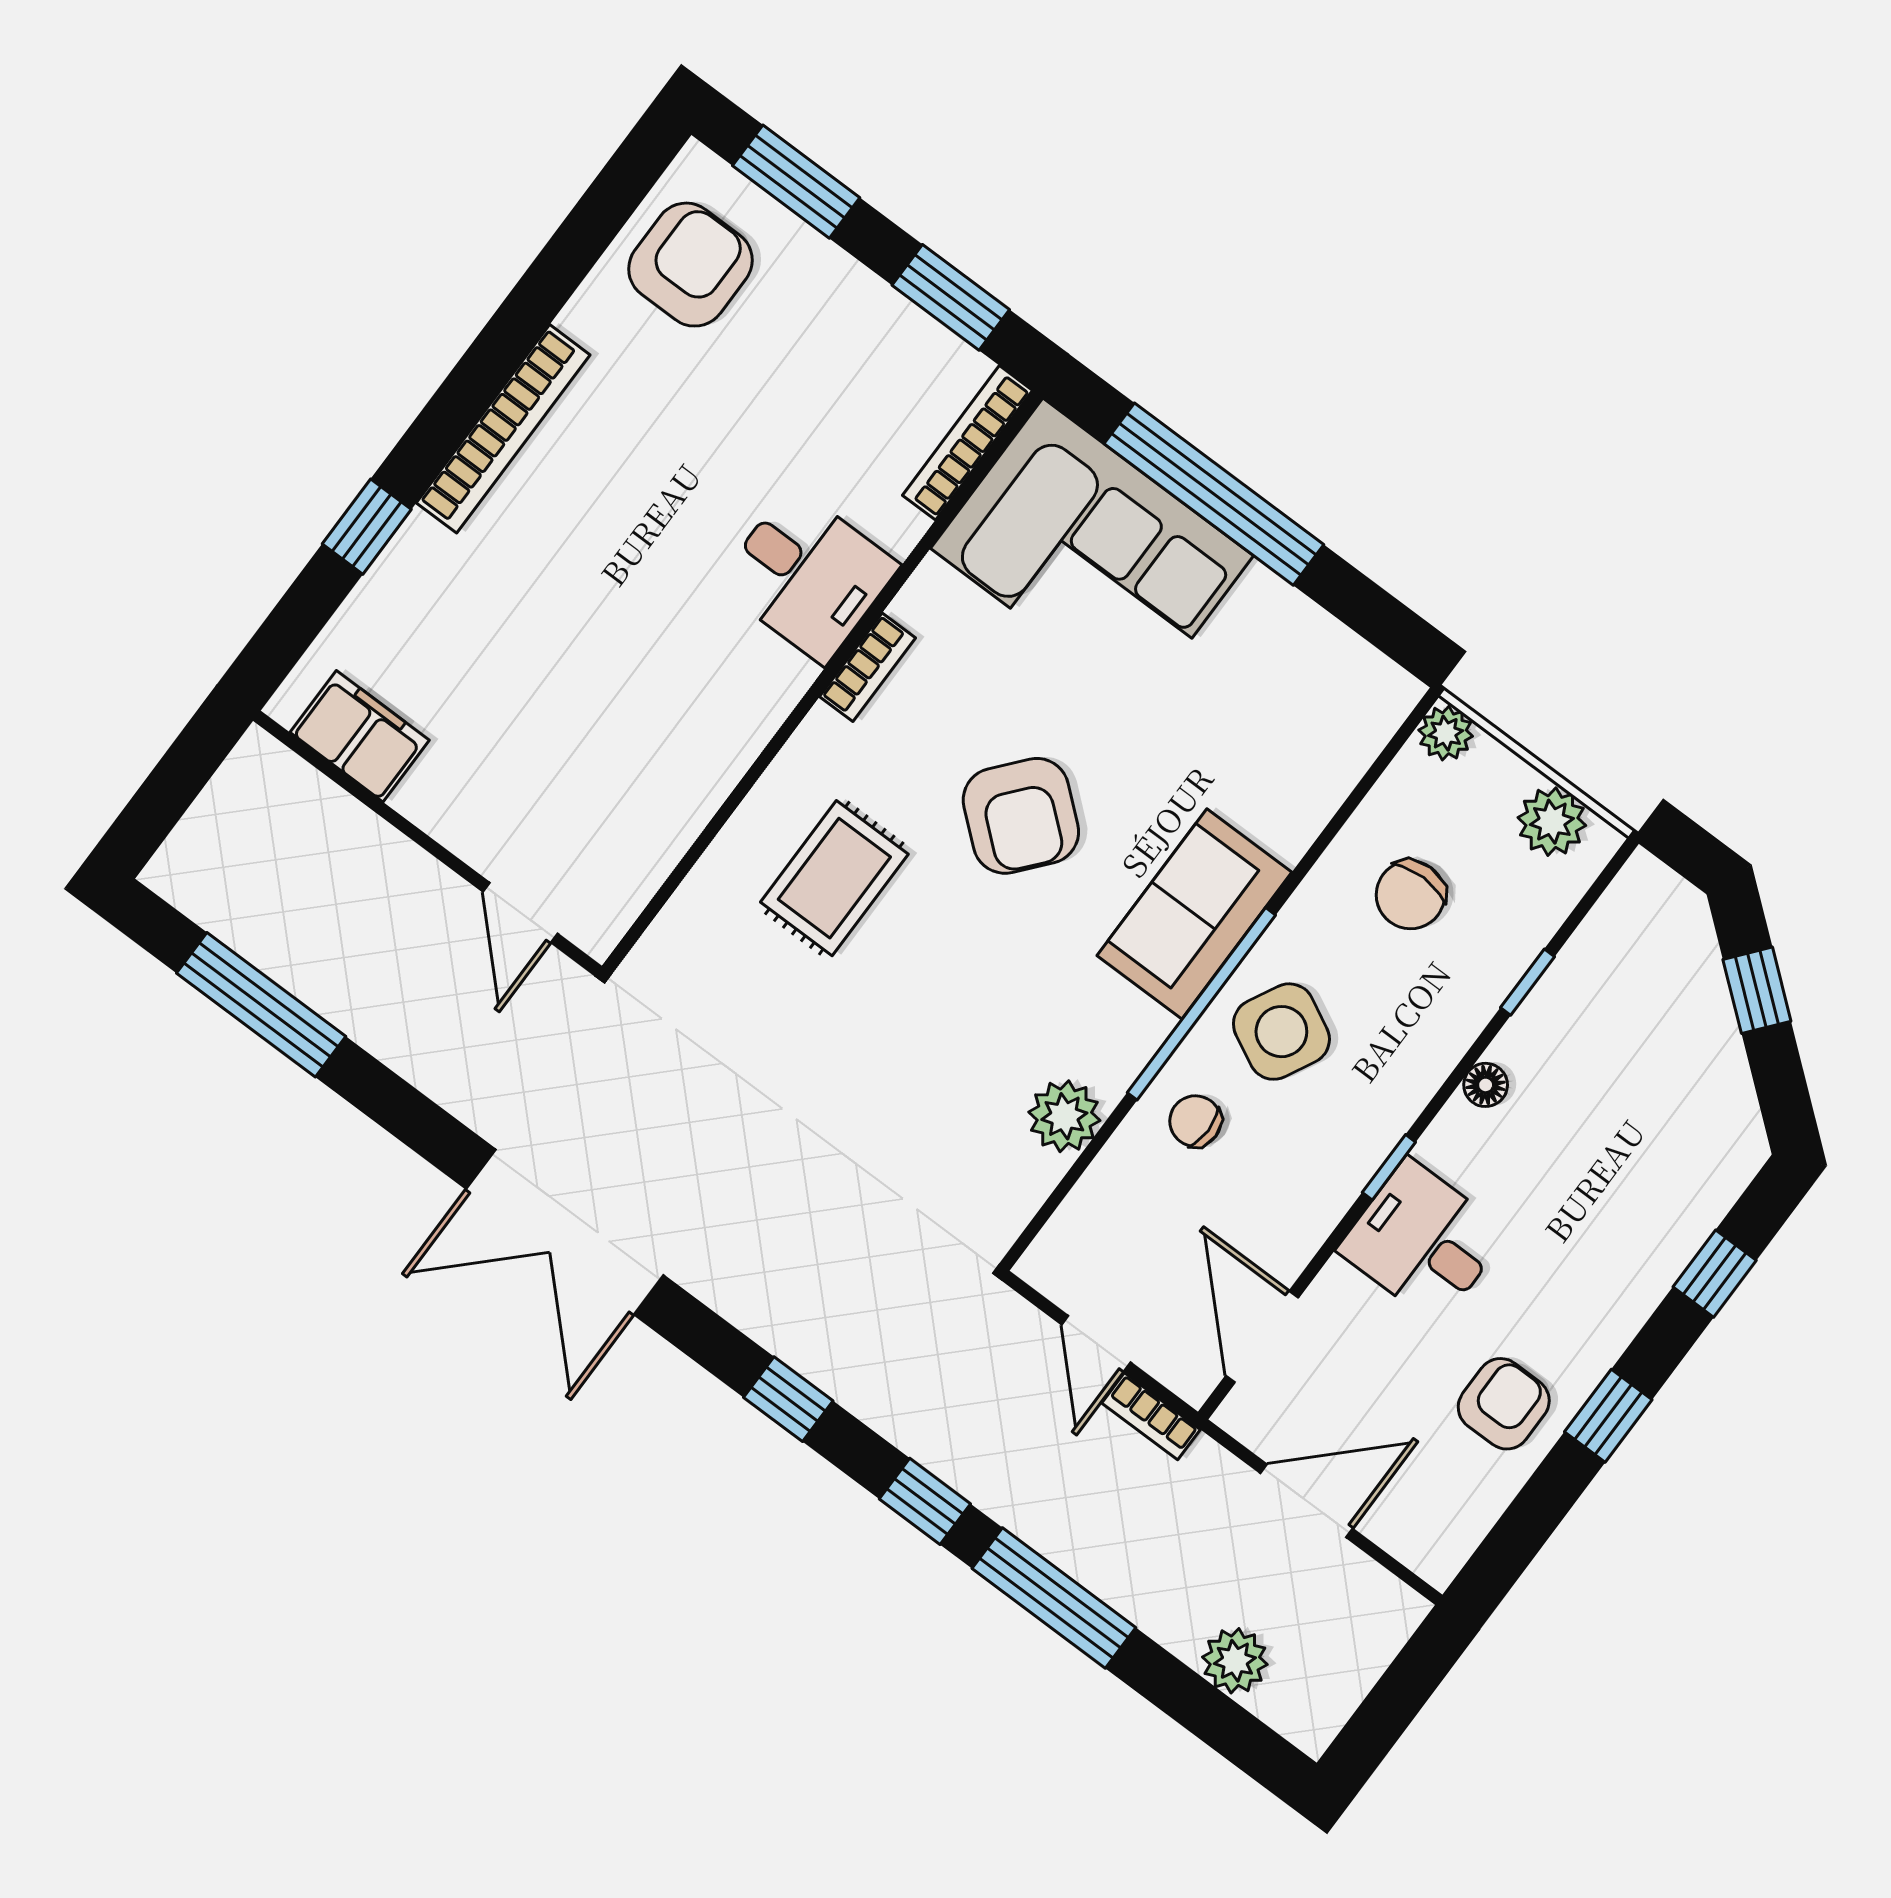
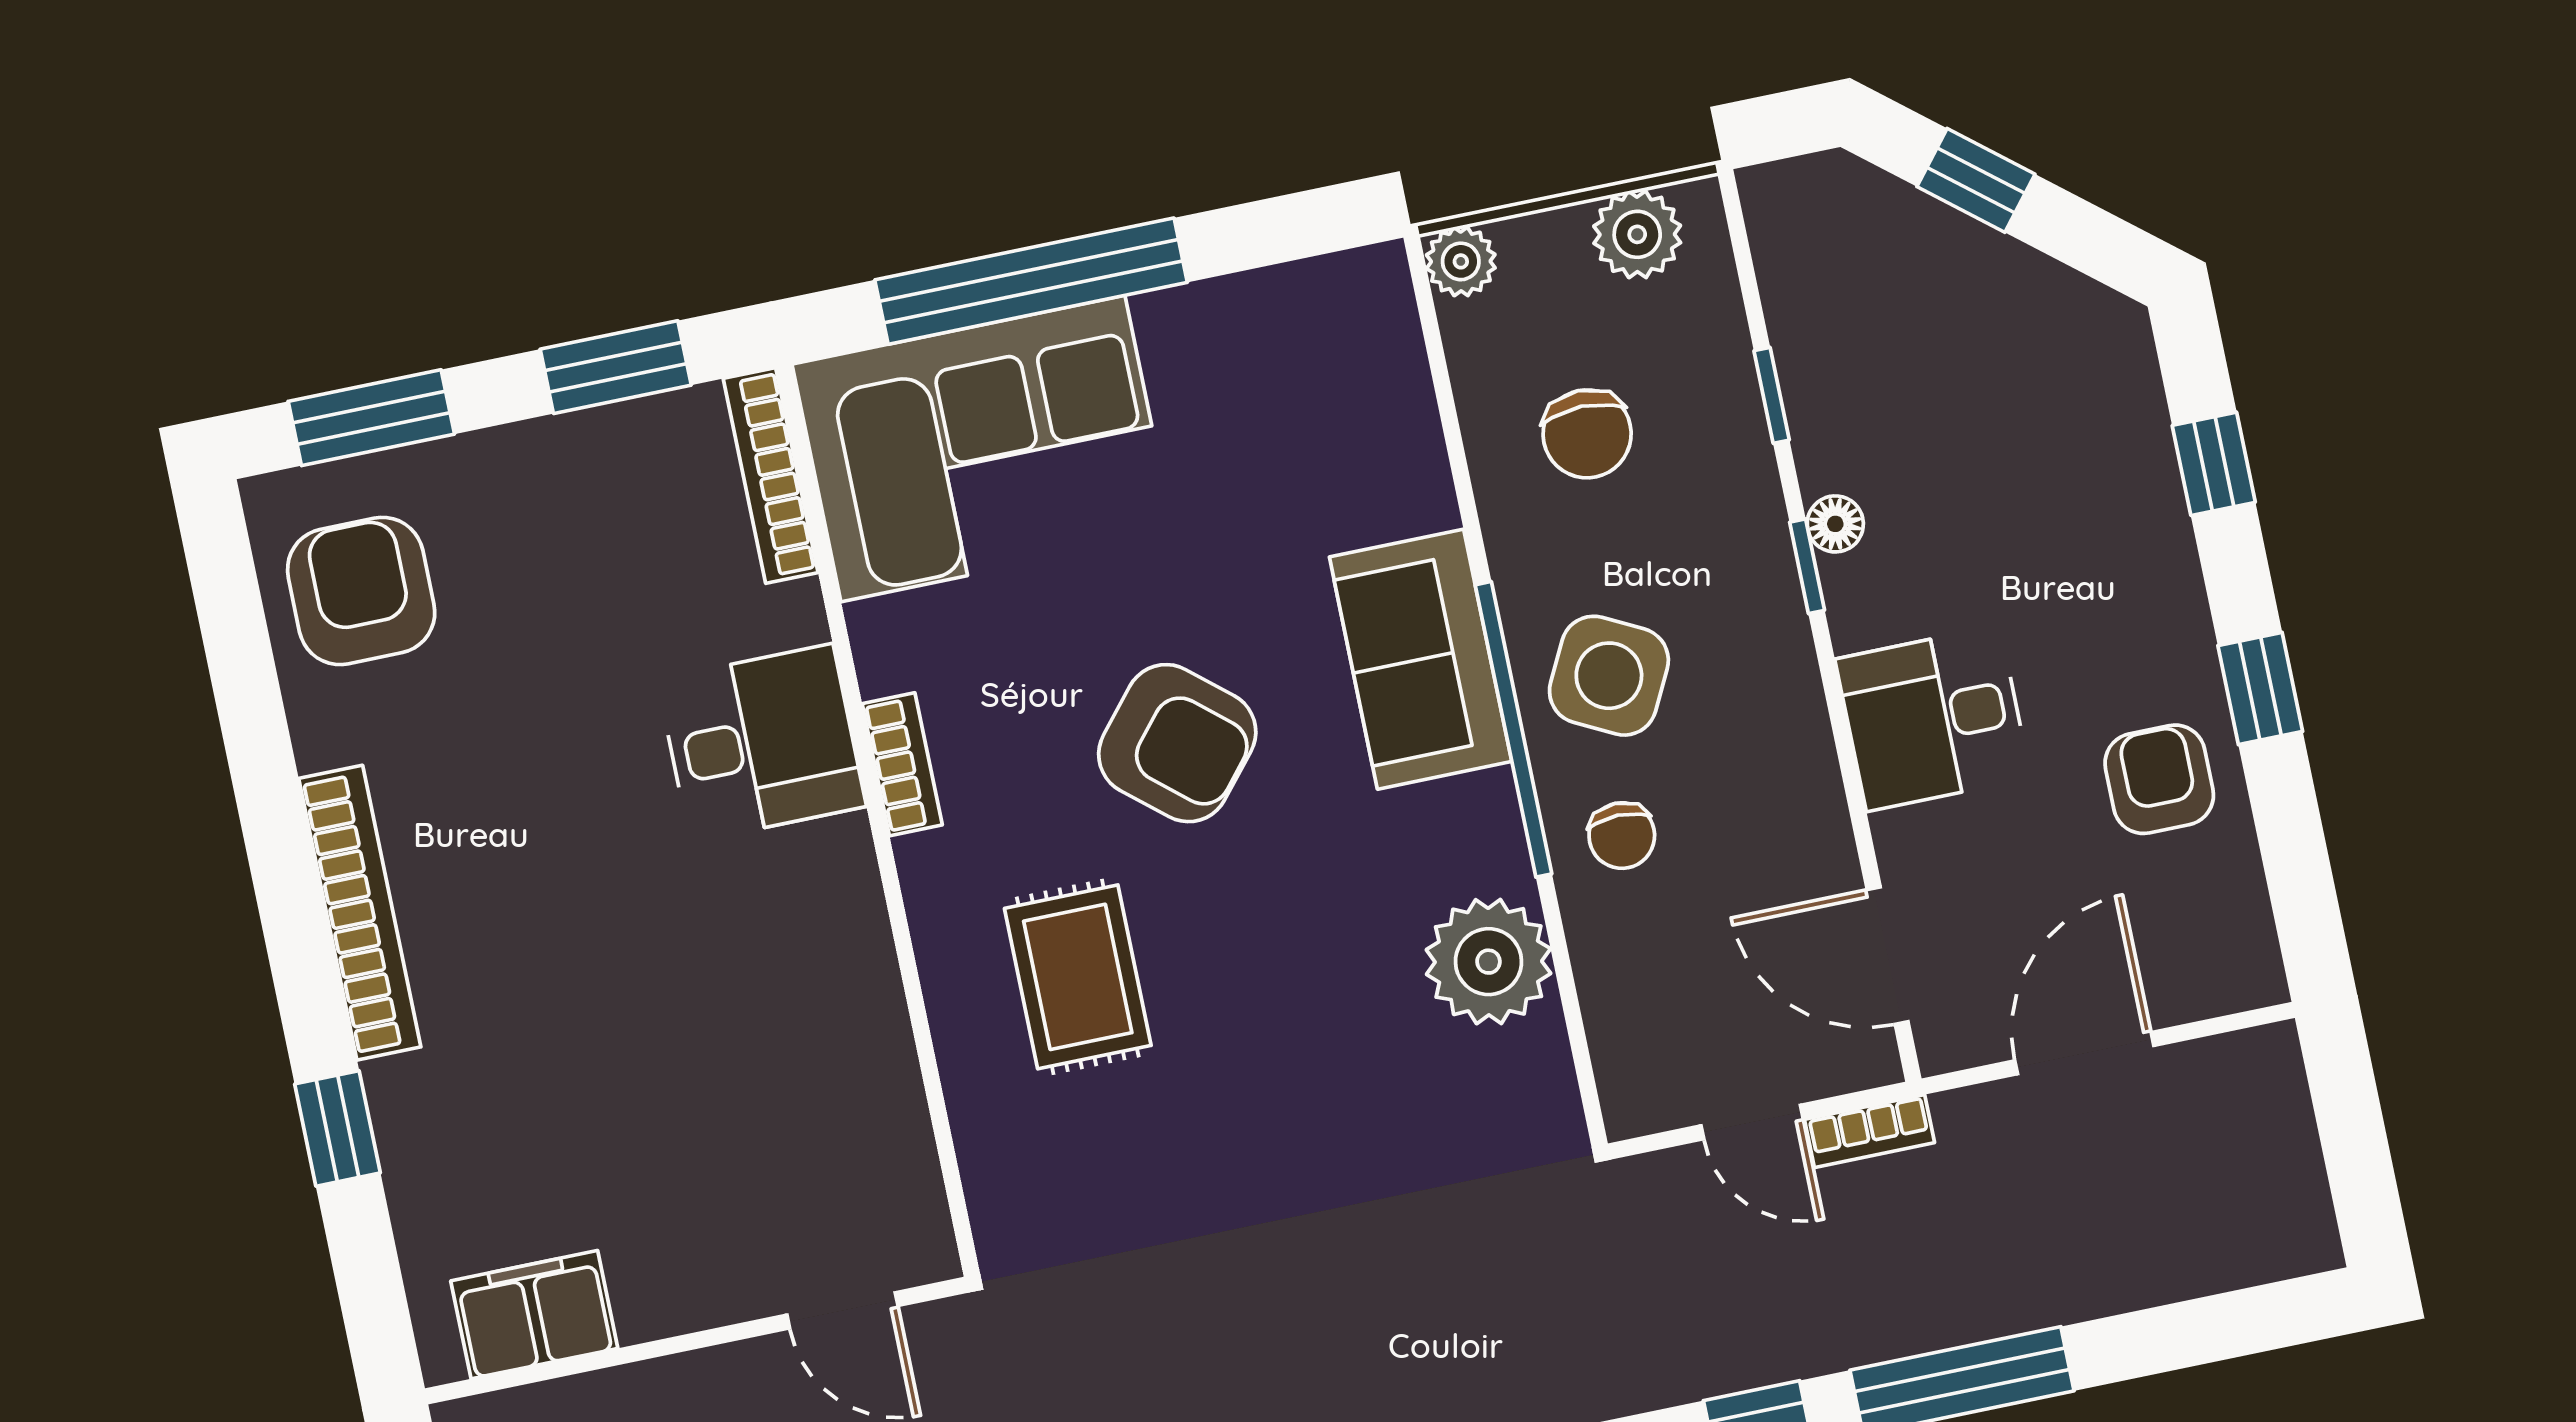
plant: (1064, 1116) -> (1488, 962), width x1.36, depth x1.36
chair: (1195, 1121) -> (1622, 836), turned -90
window: (1389, 1167) -> (1807, 566), moved
plant: (1235, 1661) -> (2178, 1259), removed

